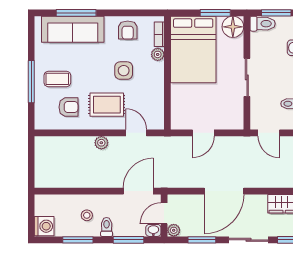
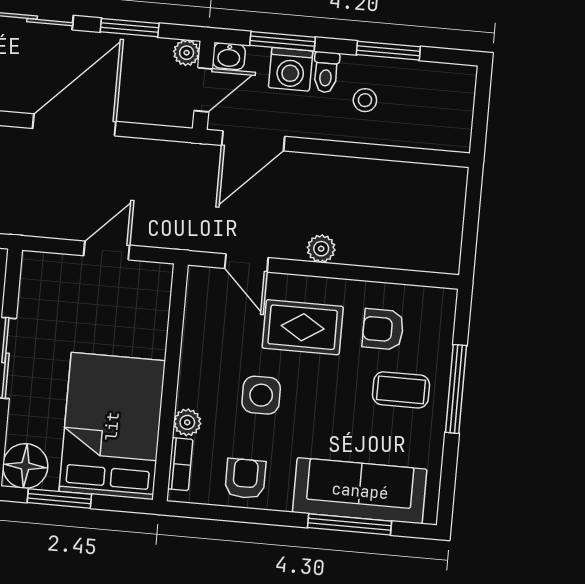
washing machine: (44, 226) -> (291, 69), moved, turned -90

